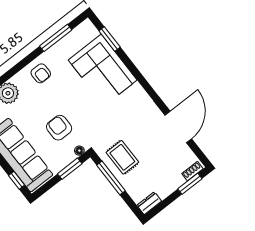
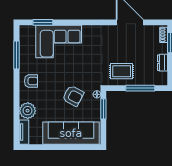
armchair: (59, 128) -> (73, 96), turned -152
window: (111, 178) -> (140, 88), moved
window: (17, 180) -> (85, 147), removed
dresser: (149, 203) -> (163, 63), moved

